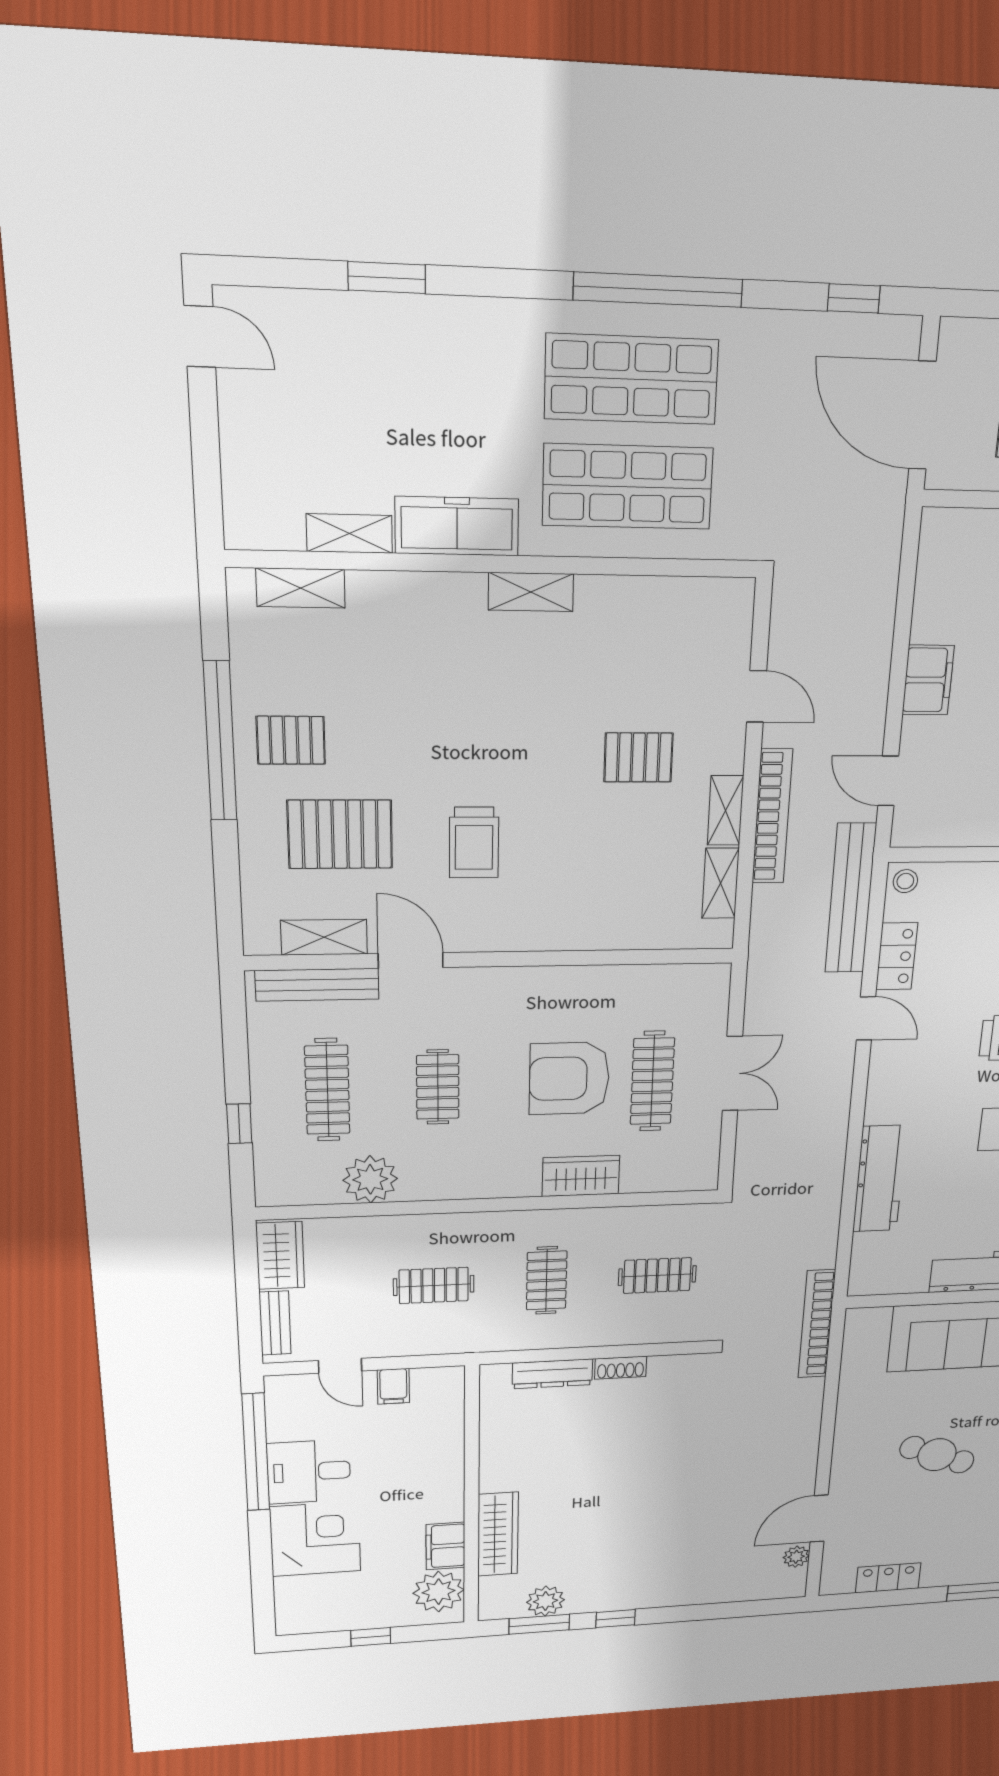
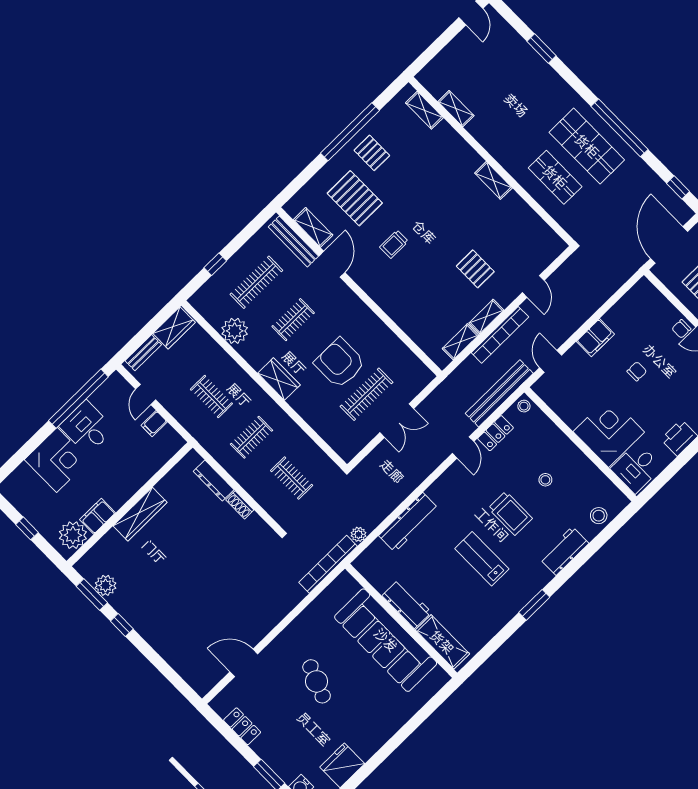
shop shelf: (628, 487) -> (555, 177), width x0.70, depth x0.74
freezer: (457, 526) -> (491, 138), removed
trolley: (474, 843) -> (394, 244), width x0.73, depth x0.72
wardrobe: (581, 1176) -> (279, 379), moved
wardrobe: (498, 1534) -> (140, 514), moved
plant: (796, 1557) -> (359, 534), moved

